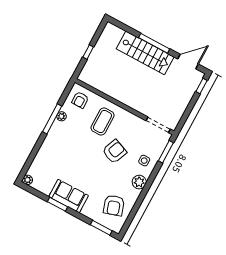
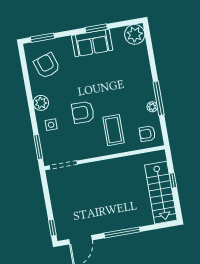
stairs: (145, 53) -> (161, 193), moved, turned -90
armchair: (80, 100) -> (147, 134), turned -90
armchair: (114, 151) -> (83, 112), turned 68
plant: (27, 180) -> (135, 34), width x1.88, depth x1.88

